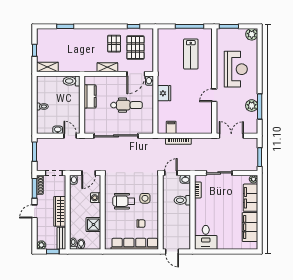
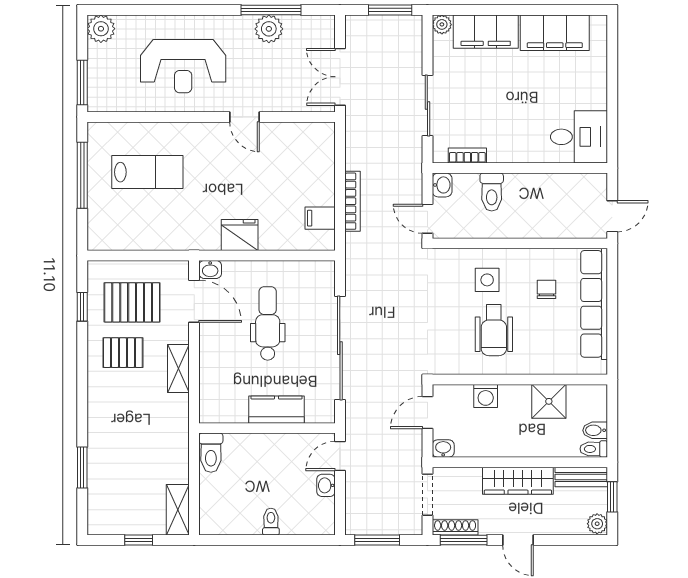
reception desk: (236, 69) -> (183, 66), turned 180
kitchen counter: (90, 96) -> (277, 410), moved
door: (89, 173) -> (427, 413), swing flipped

